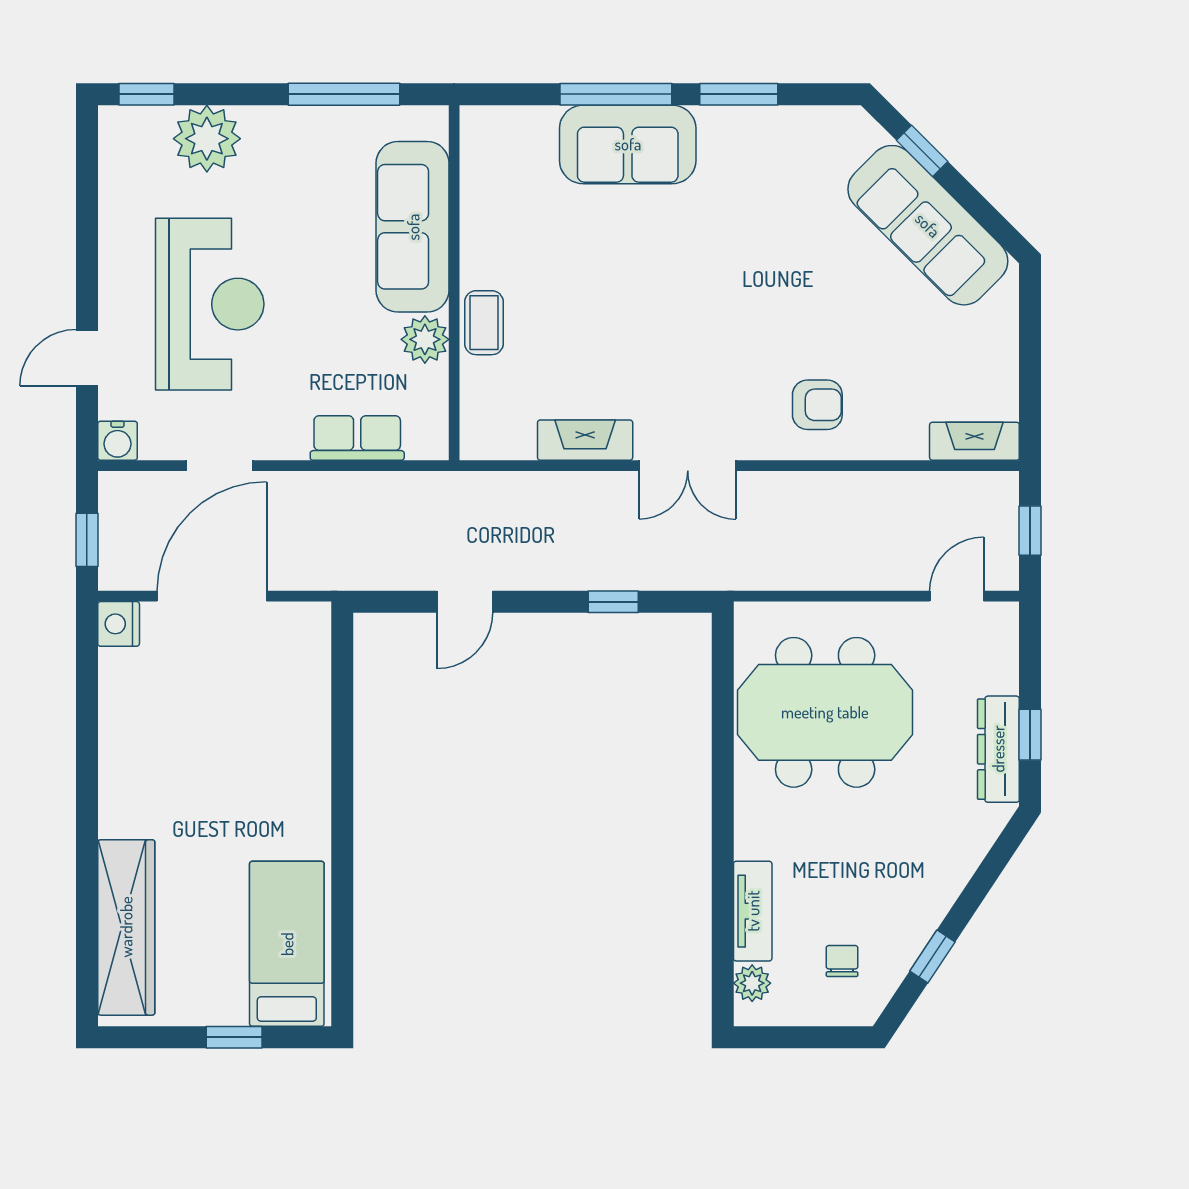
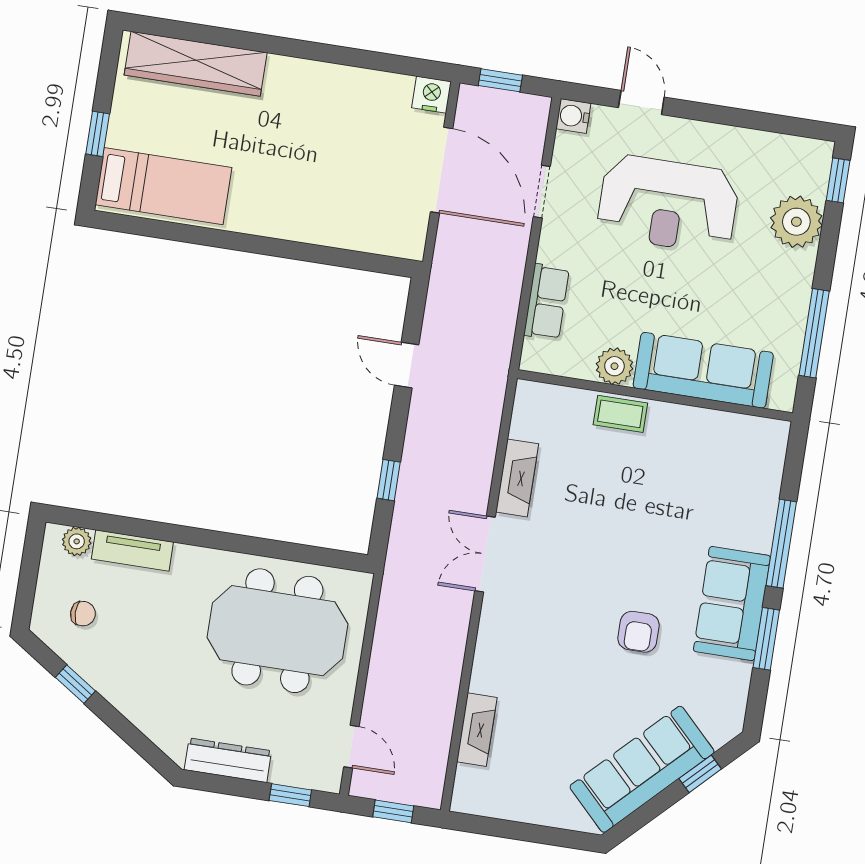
sofa: (628, 144) -> (732, 603), moved
armchair: (817, 405) -> (638, 632), moved
fireplace: (974, 441) -> (477, 730), moved
meeting table: (825, 712) -> (277, 631), turned 90
window: (1030, 735) -> (290, 795), moved

